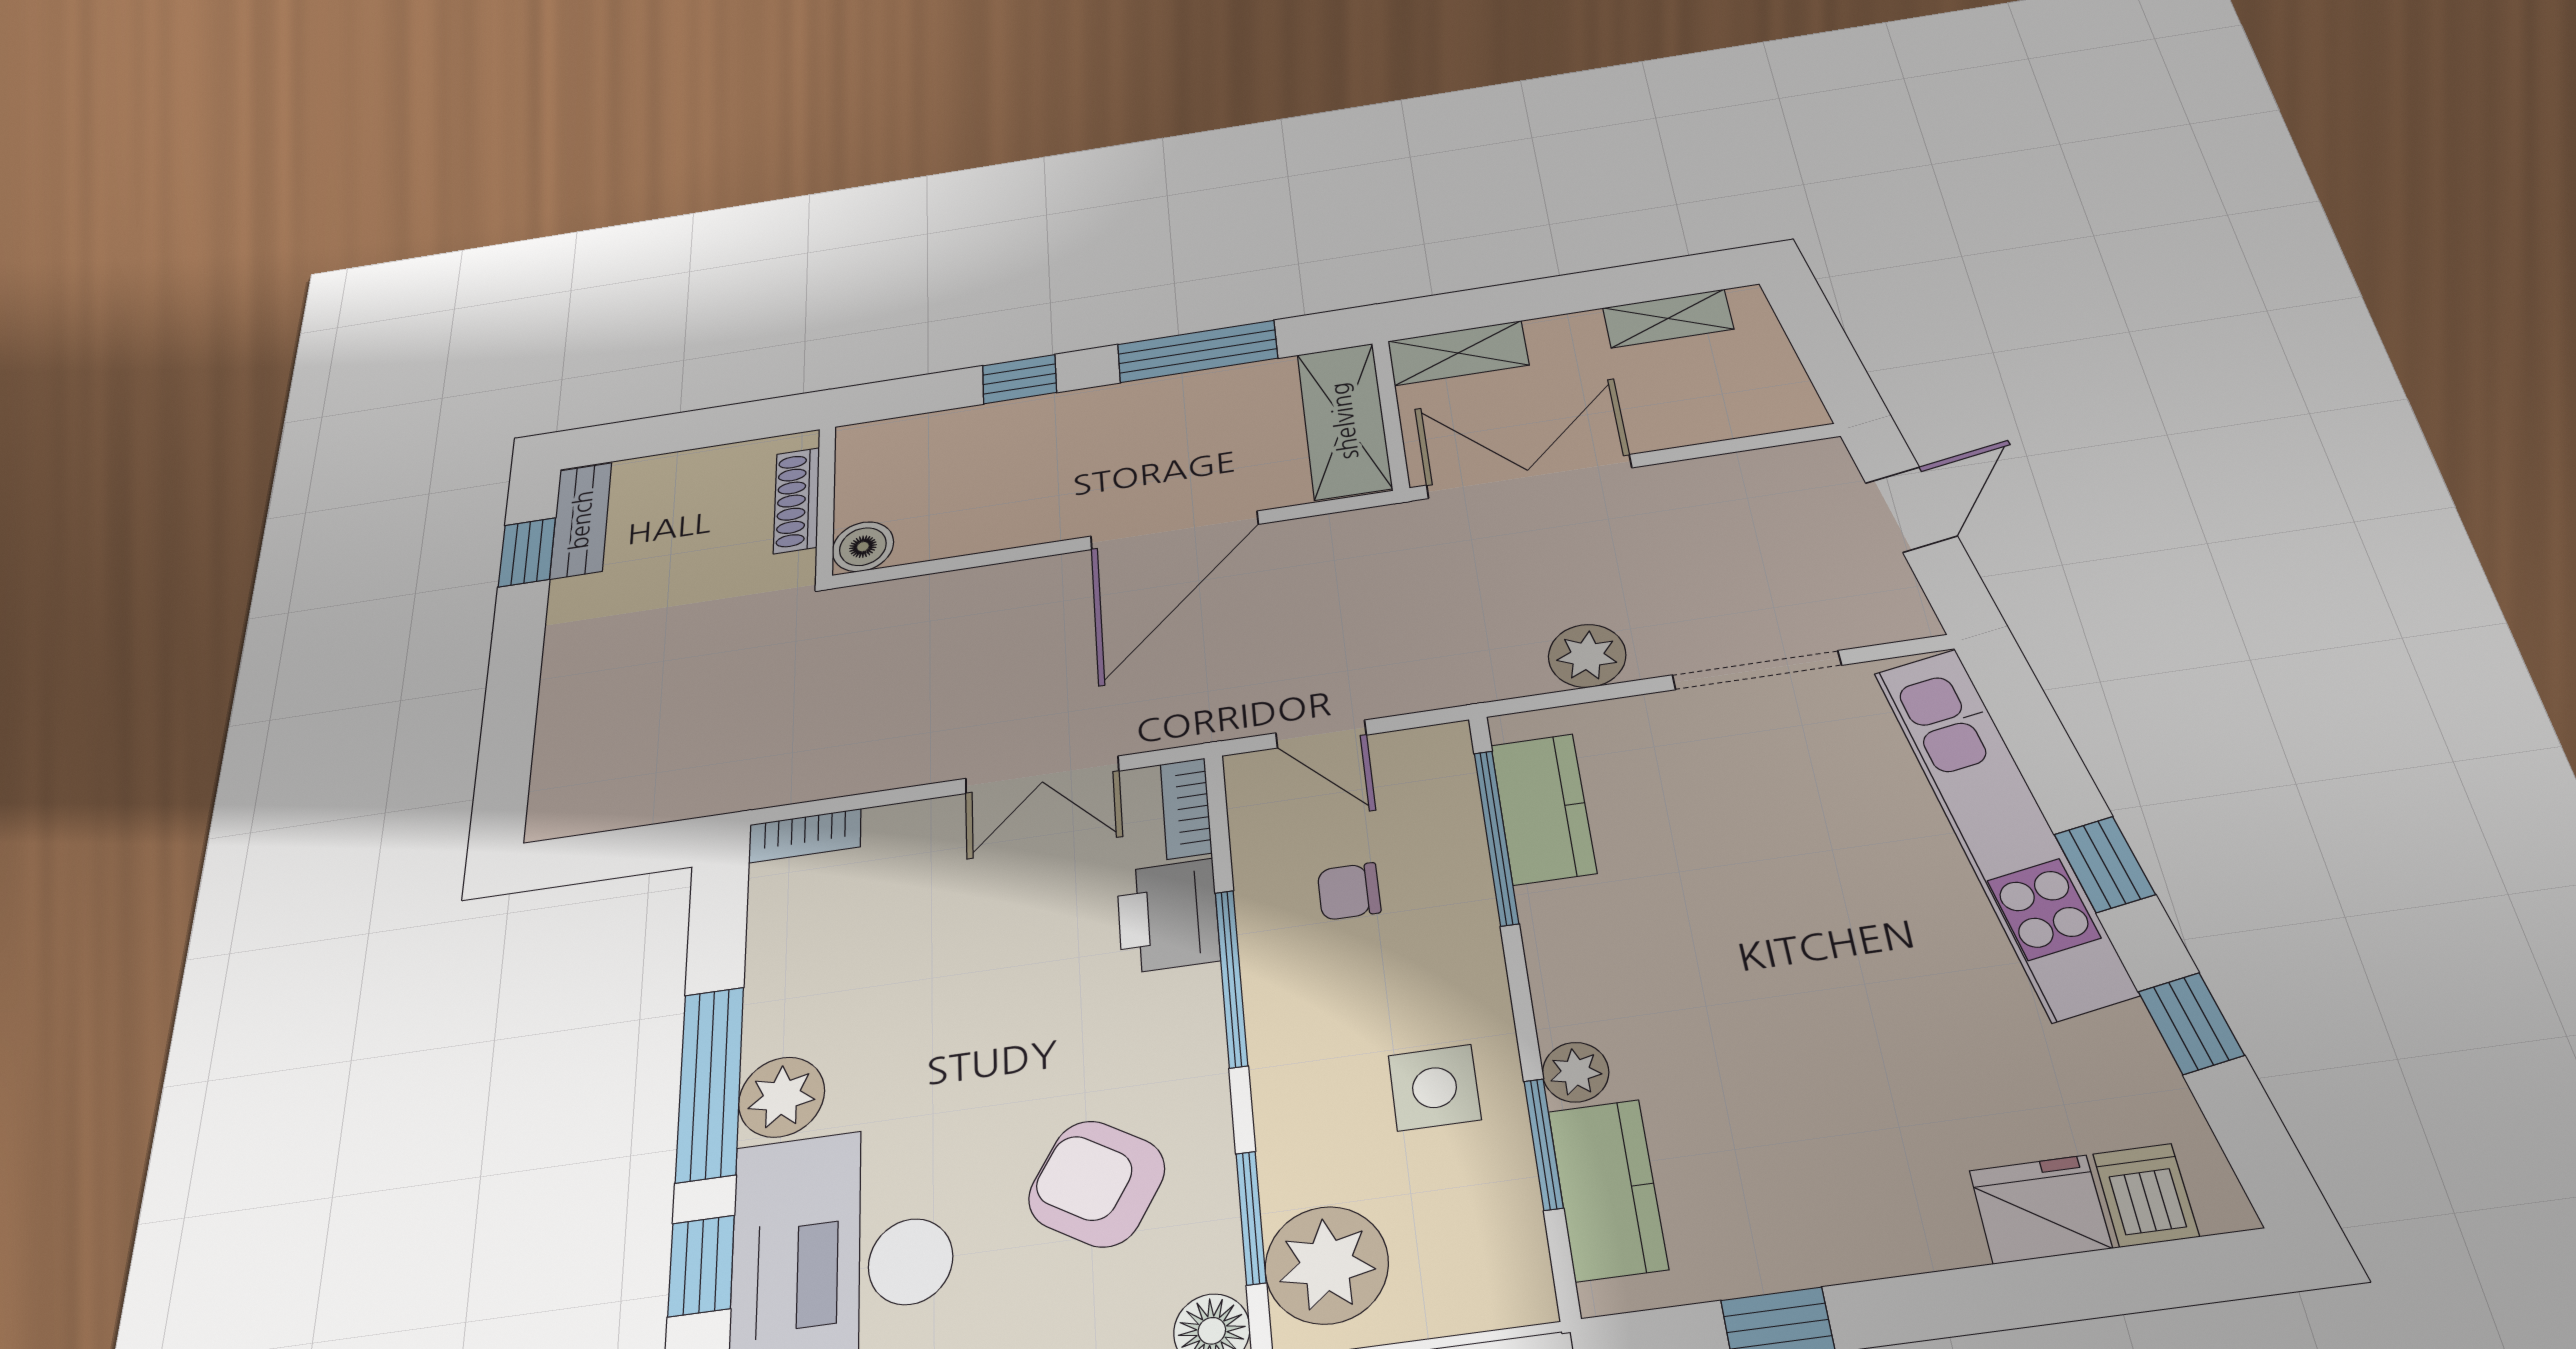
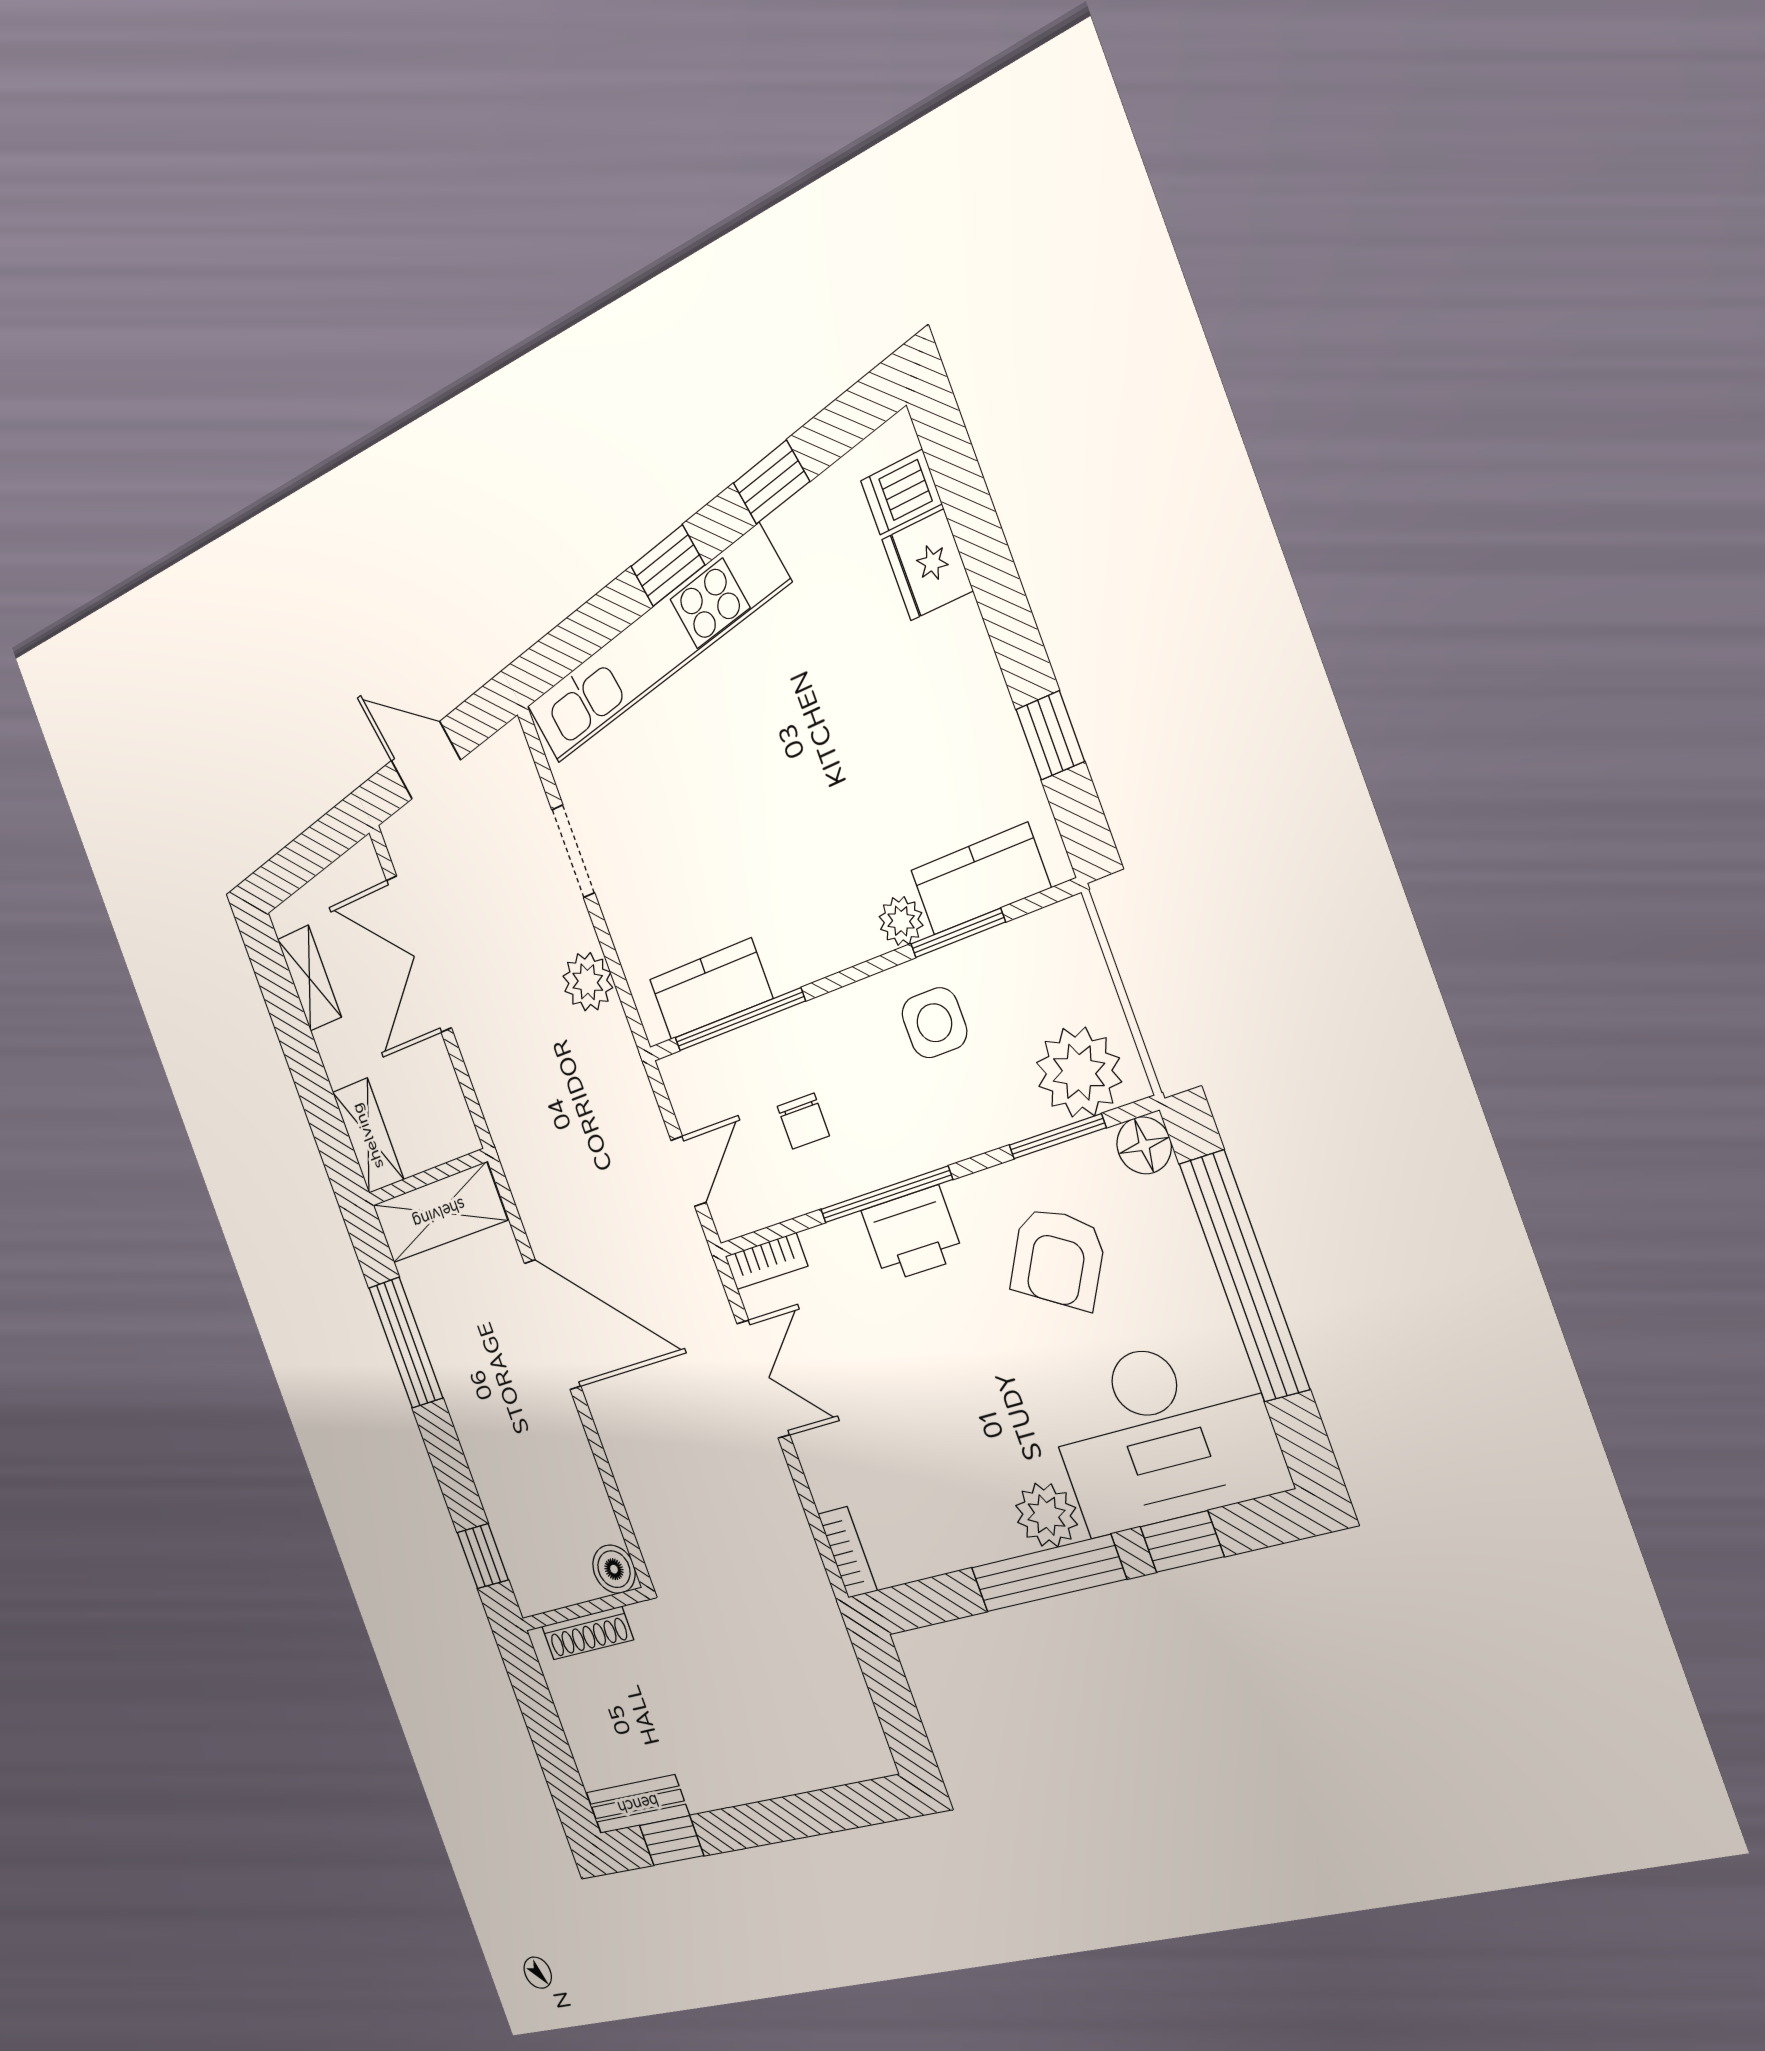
window: (1019, 379) -> (483, 1556), moved
double door: (1529, 477) -> (419, 954), moved
doorway: (1757, 670) -> (573, 851), width x0.73
printer: (1168, 916) -> (912, 1234), moved

